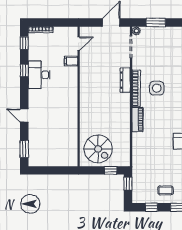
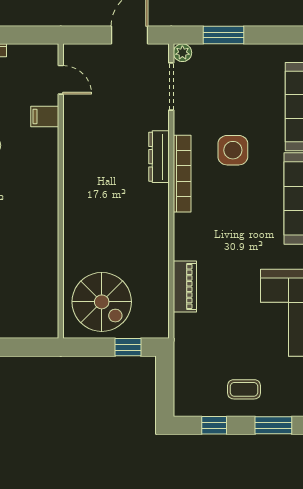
door: (79, 44) -> (61, 80), hinge flipped
side table: (157, 88) -> (233, 150), moved
piano: (138, 119) -> (185, 286), moved
window: (128, 184) -> (165, 375), removed

